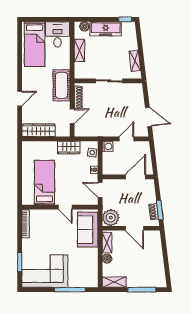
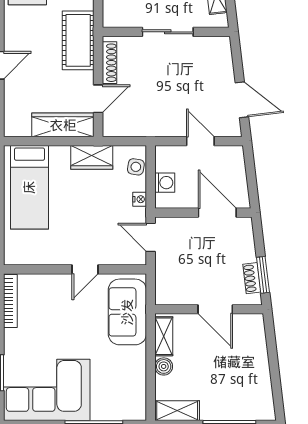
wardrobe: (39, 130) -> (63, 125), moved
door: (126, 139) -> (200, 141), hinge flipped
washing machine: (108, 146) -> (165, 183), moved
door: (135, 177) -> (217, 213), hinge flipped
bed: (44, 183) -> (29, 187), moved, turned 180
door: (65, 207) -> (85, 269), hinge flipped
plant: (111, 218) -> (171, 289), removed

